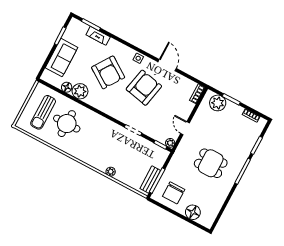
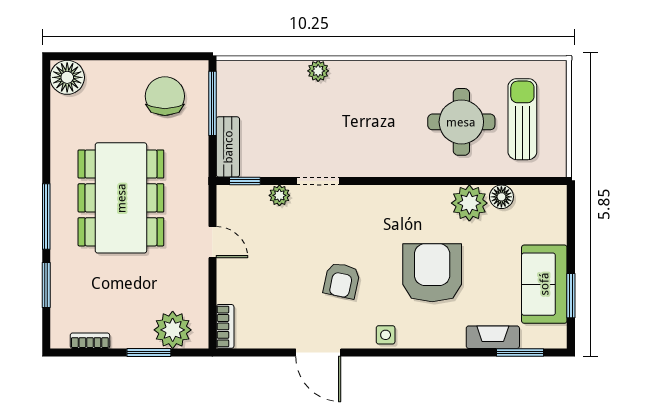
sofa: (62, 58) -> (544, 284), moved
armchair: (108, 72) -> (432, 273), turned 56
armchair: (144, 88) -> (342, 280), width x0.53, depth x0.53
plant: (170, 143) -> (279, 195), moved
dining table: (211, 163) -> (121, 198), width x1.88, depth x1.24
bench: (150, 179) -> (228, 147), moved
floor lamp: (193, 212) -> (67, 77), moved

